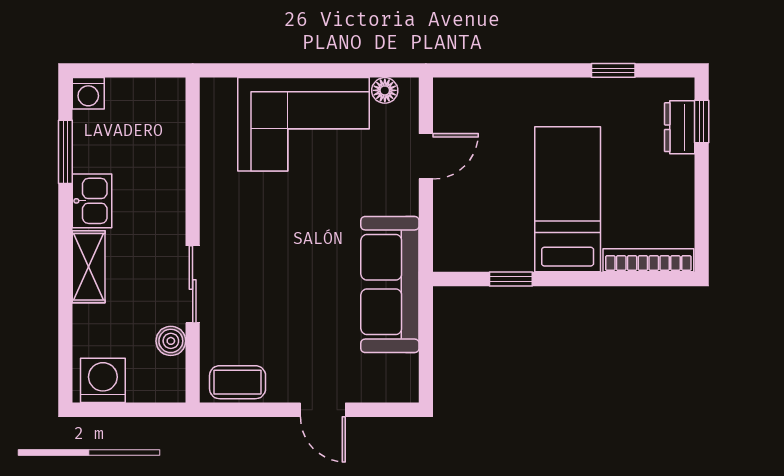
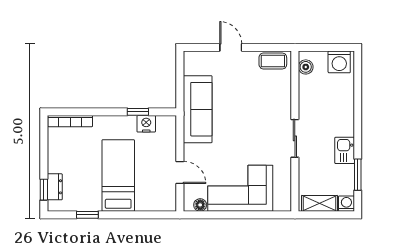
door: (426, 156) -> (180, 172), swing flipped
bed: (568, 199) -> (118, 175), moved, turned 180
nightstand: (494, 255) -> (146, 124), added
shelving: (89, 267) -> (320, 203), moved, turned 90
sliding door: (193, 284) -> (295, 138), moved
boiler: (171, 341) -> (306, 67), moved

